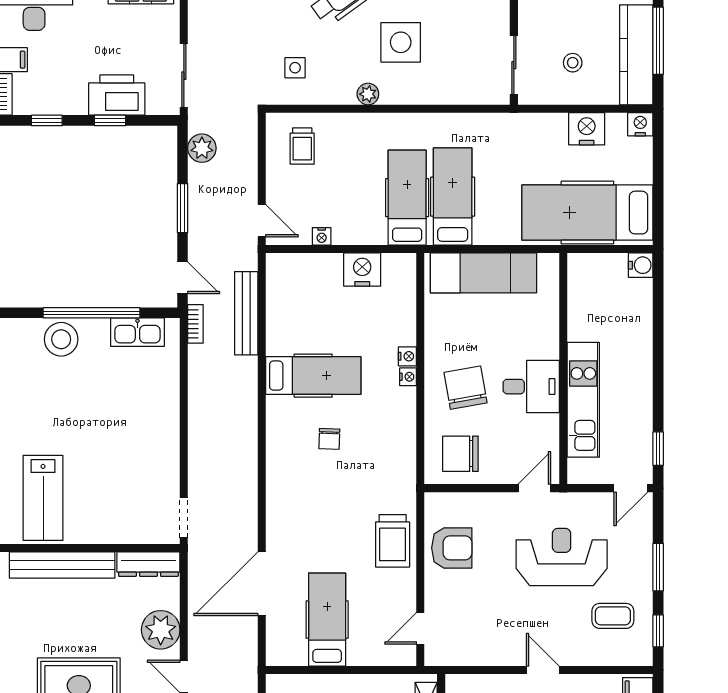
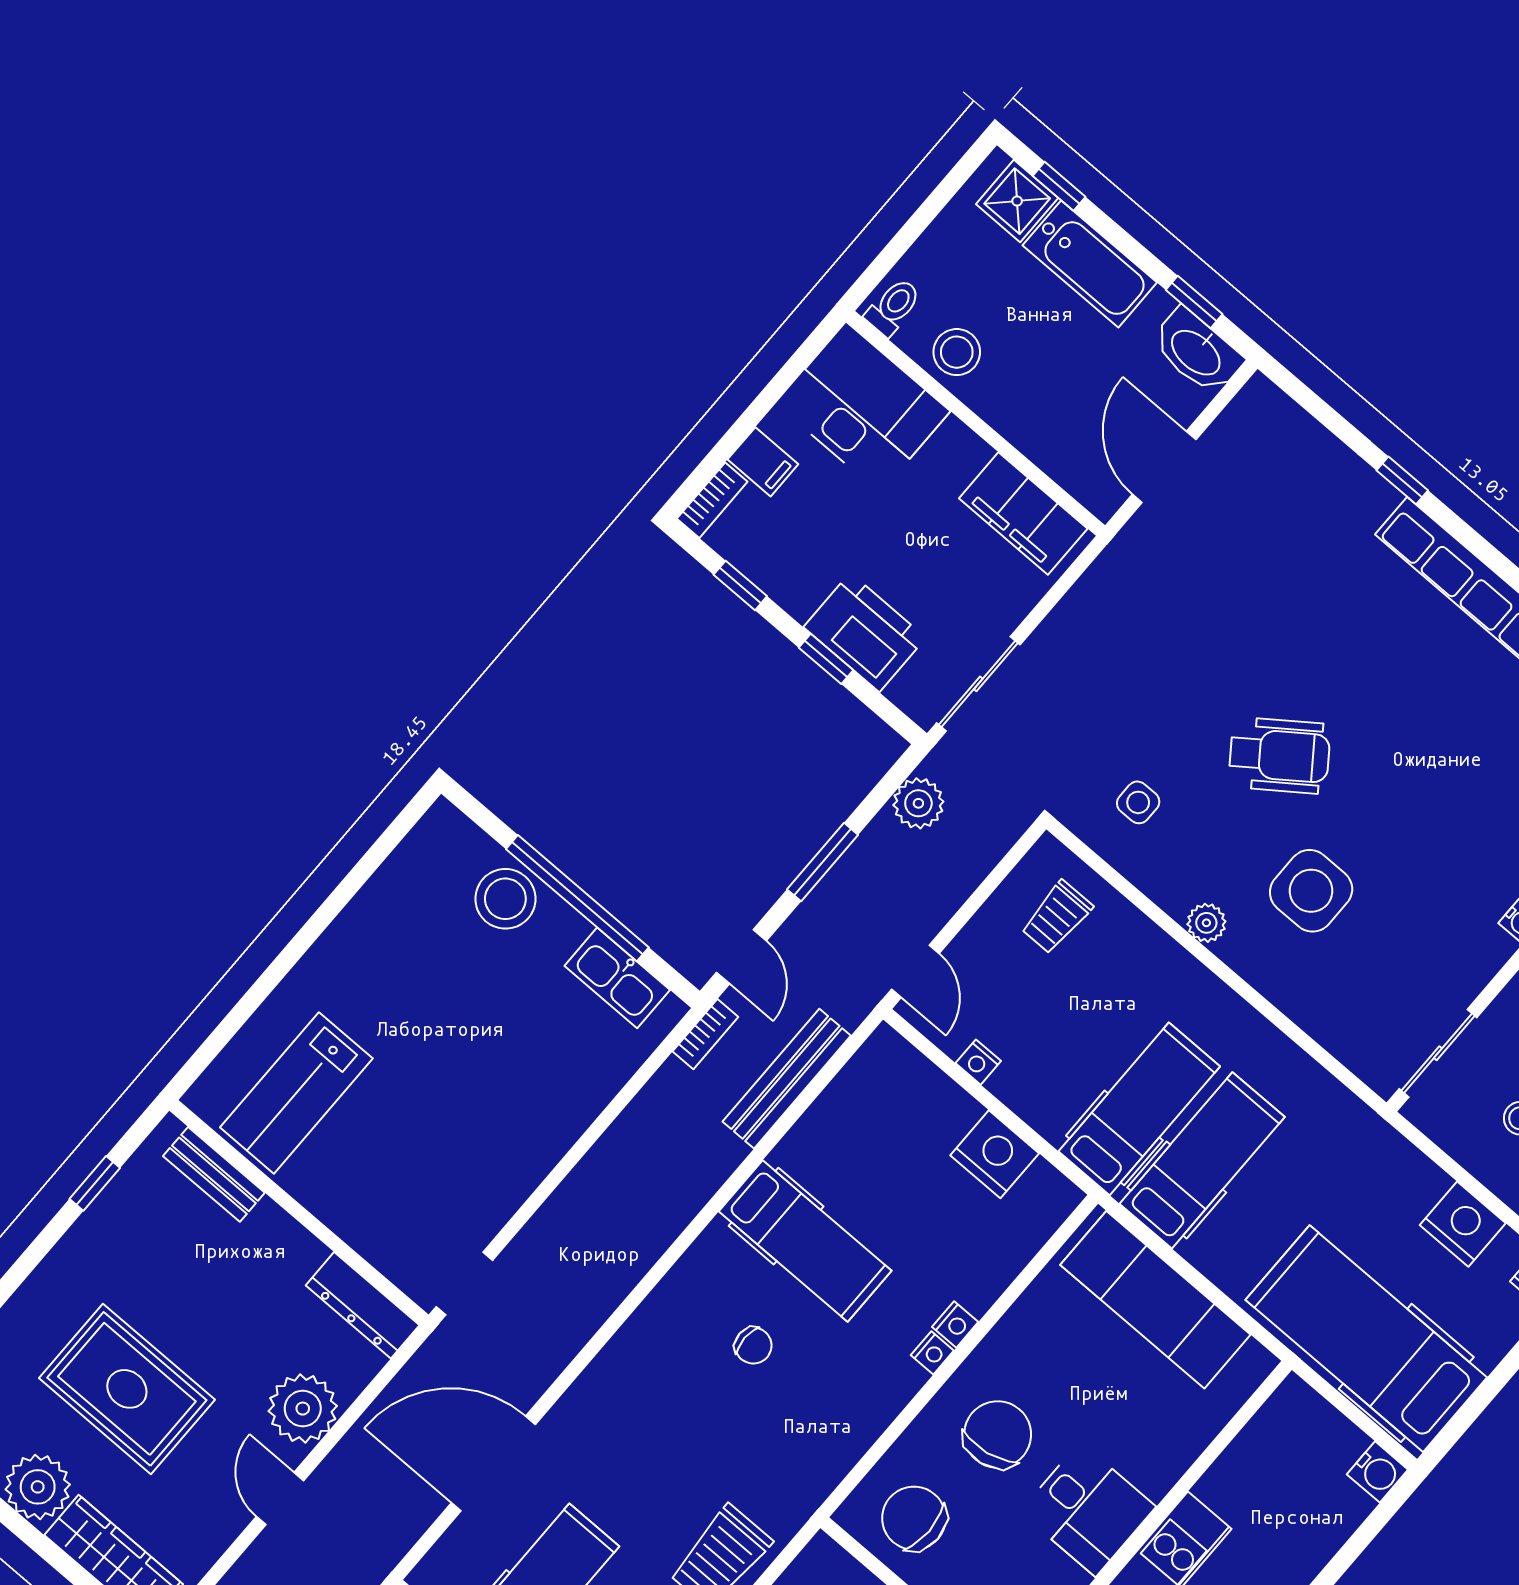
chair: (329, 439) -> (753, 1346), turned -92
bench: (62, 565) -> (214, 1174), width x0.54, depth x0.82

